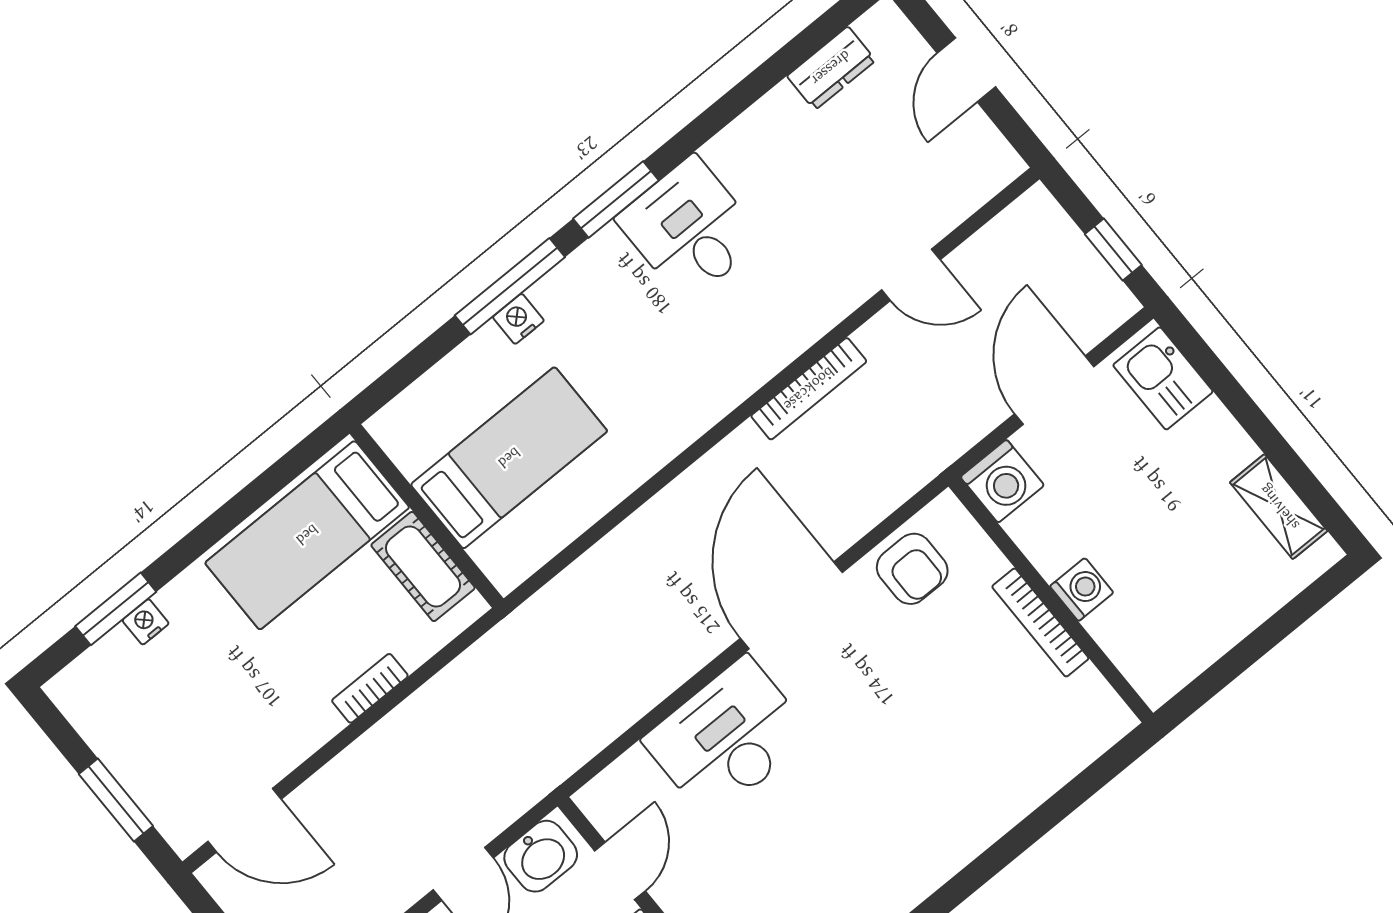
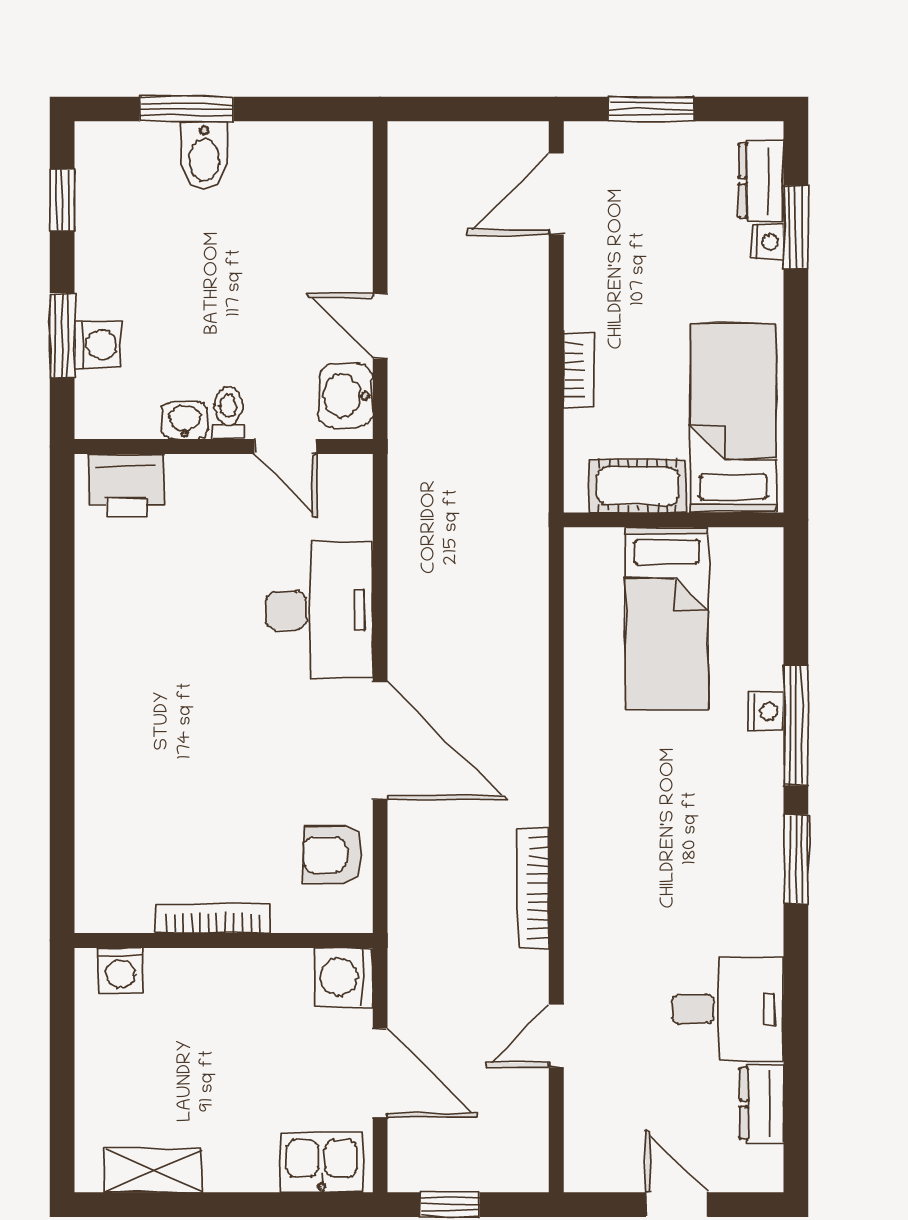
desk: (690, 229) -> (728, 1009), moved
washing machine: (1082, 589) -> (120, 970), moved
dresser: (102, 666) -> (761, 181), added

